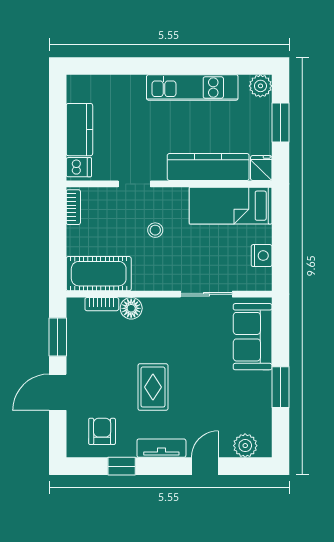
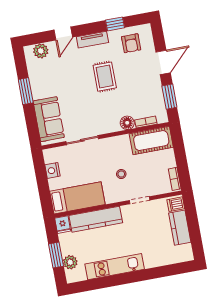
plant: (260, 86) -> (70, 262), moved

